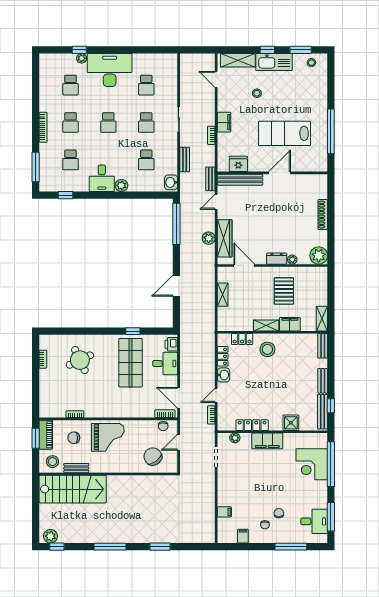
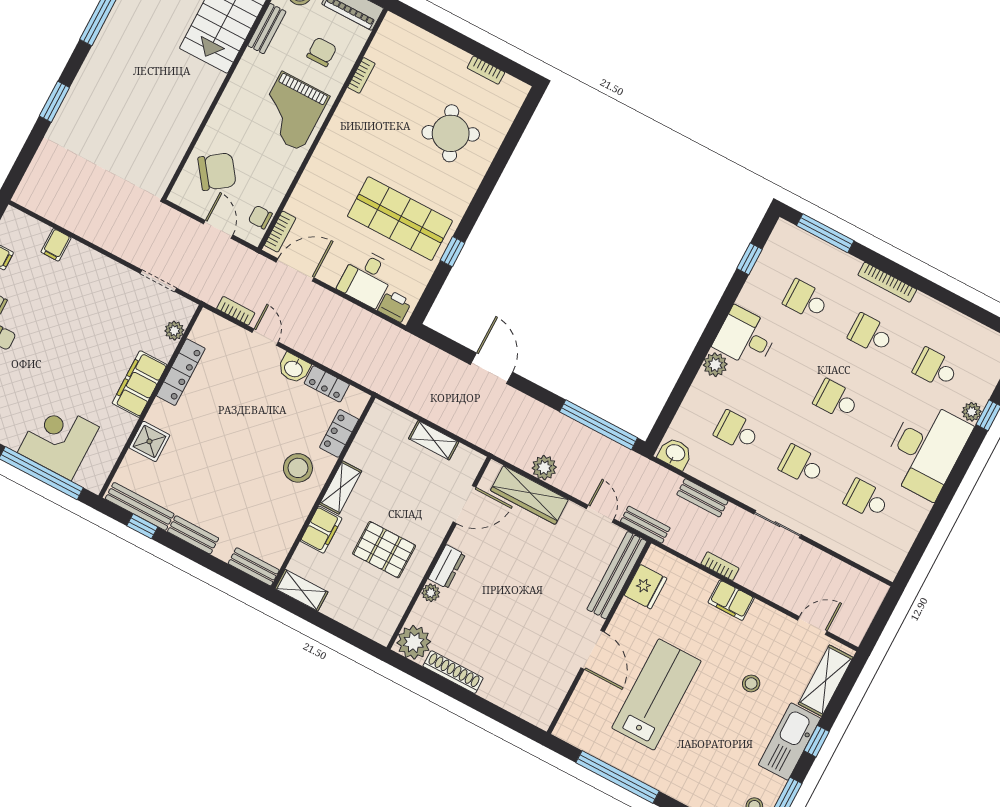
shoe rack: (323, 215) -> (453, 672), moved

